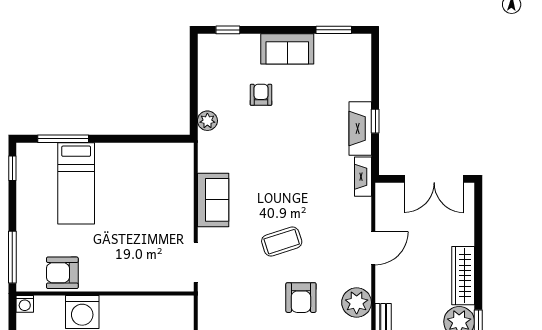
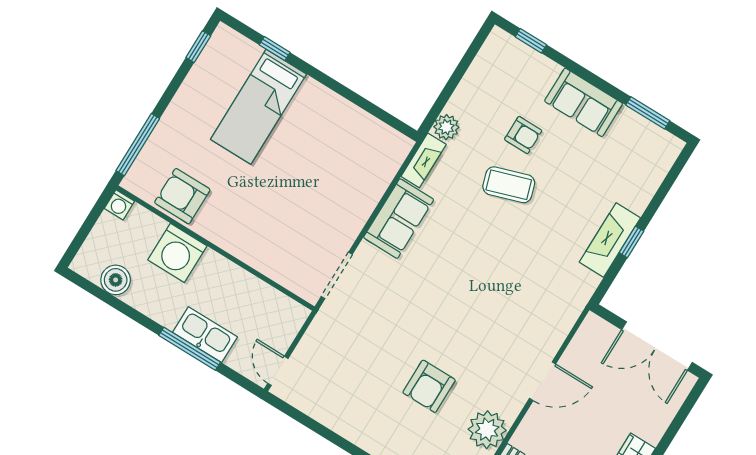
armchair: (261, 95) -> (523, 135), turned 90
window: (63, 139) -> (275, 49), width x0.46
fireplace: (363, 177) -> (424, 160), moved, turned 180
coffee table: (282, 242) -> (509, 185), moved

